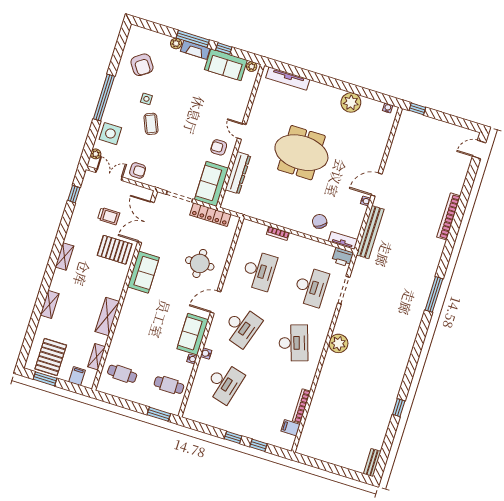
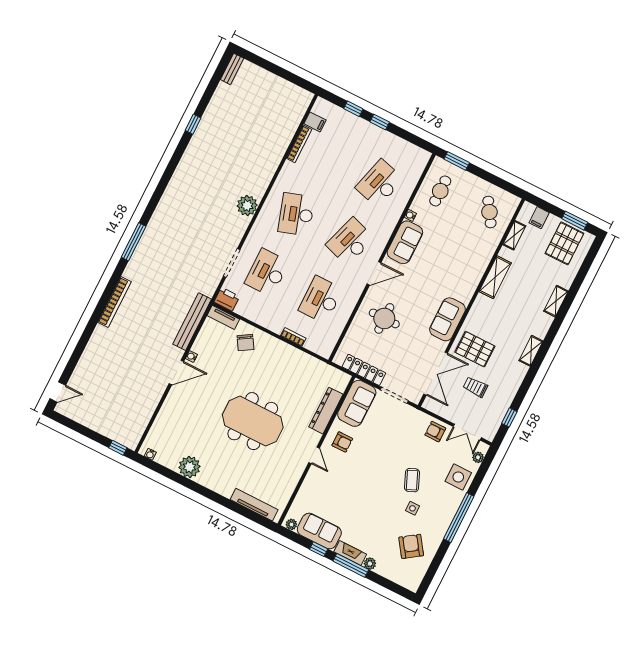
bookcase: (449, 216) -> (115, 302), moved
water cooler: (206, 353) -> (394, 219), removed
cafe table: (122, 374) -> (489, 212), turned 55
cafe table: (169, 385) -> (440, 191), turned 90

